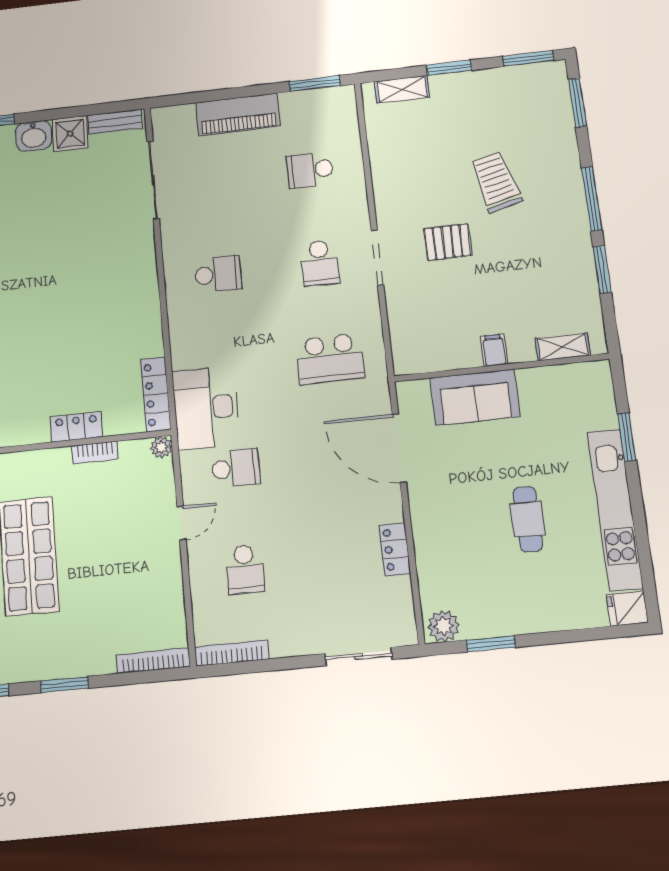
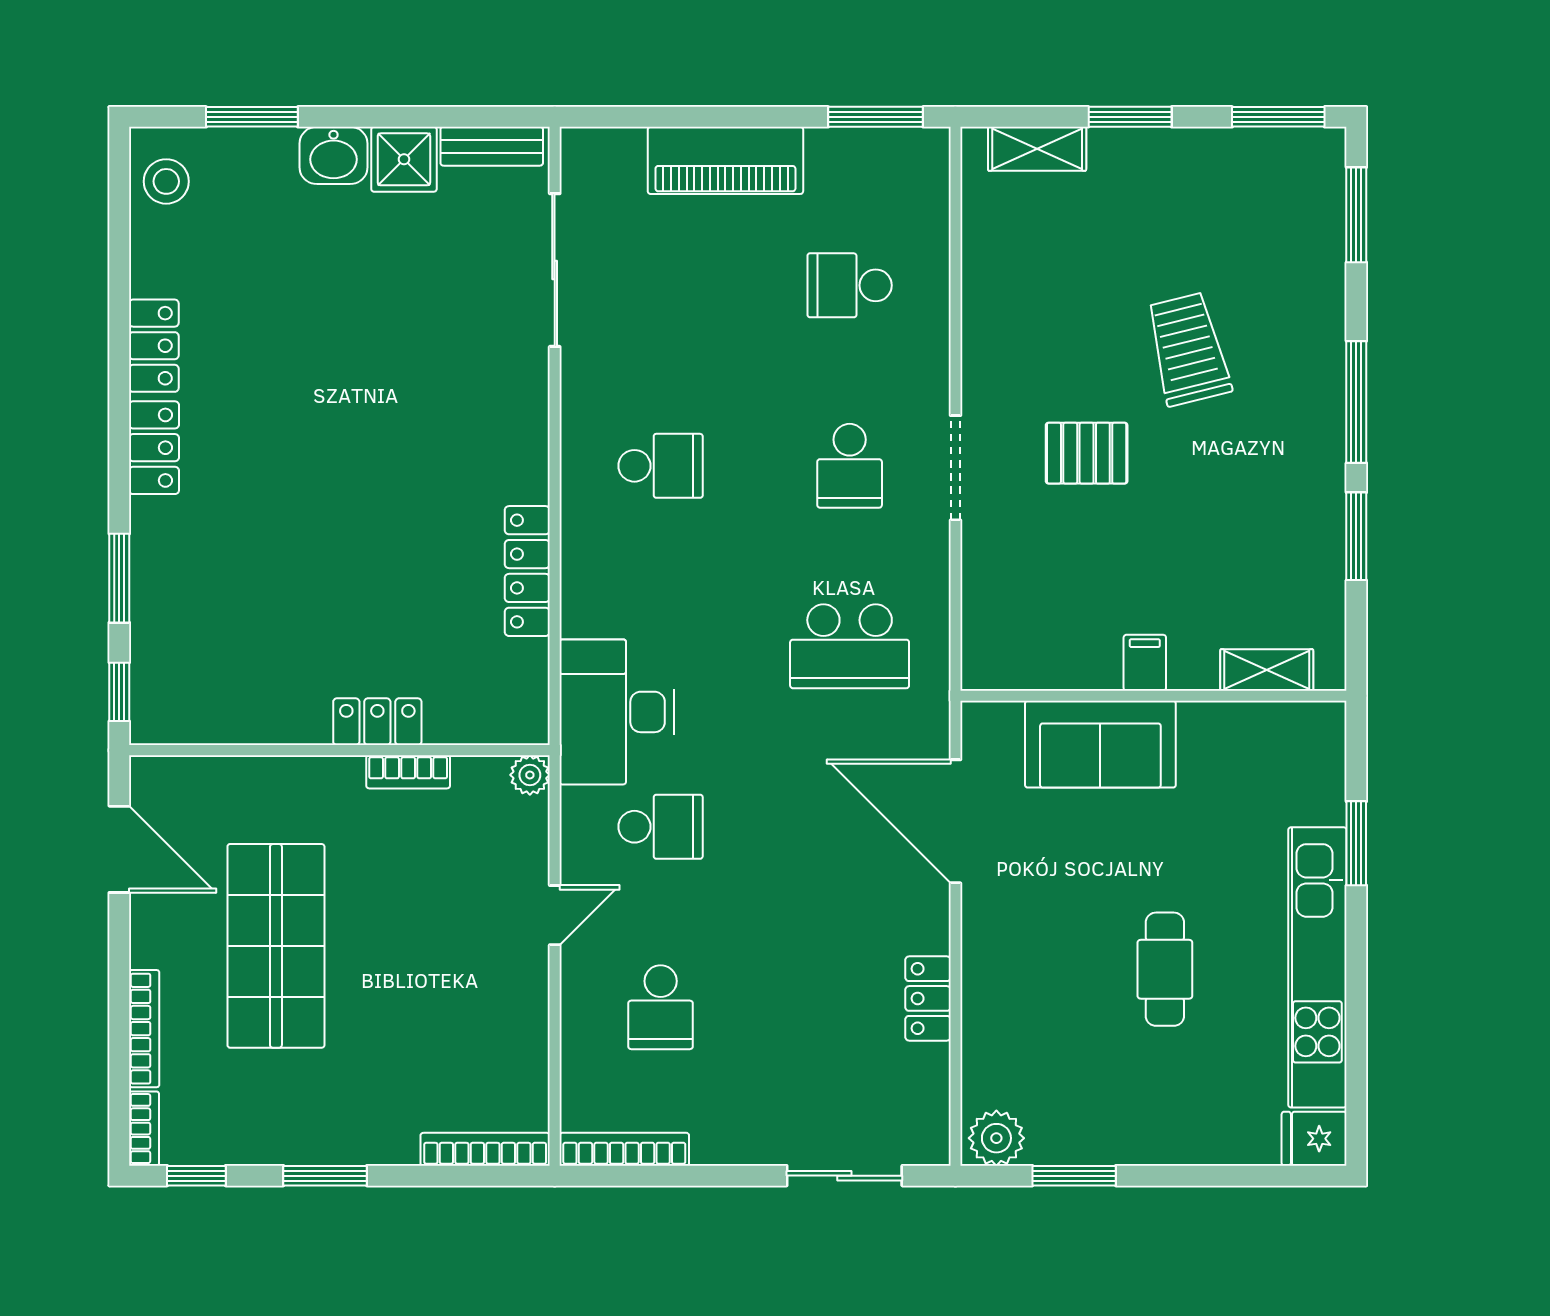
locker: (156, 394) -> (527, 571), moved

